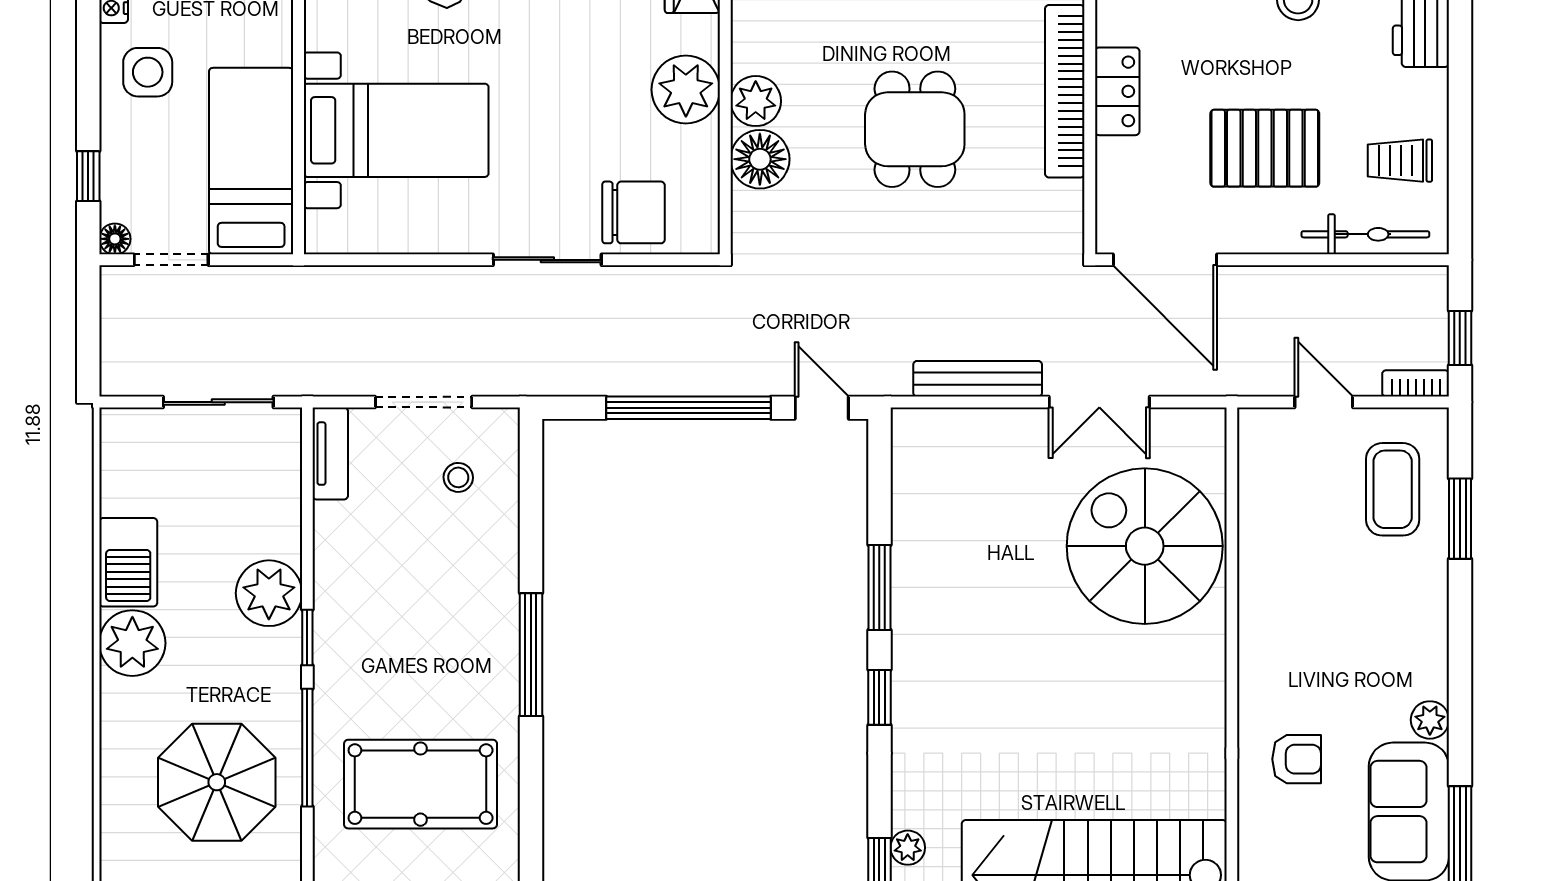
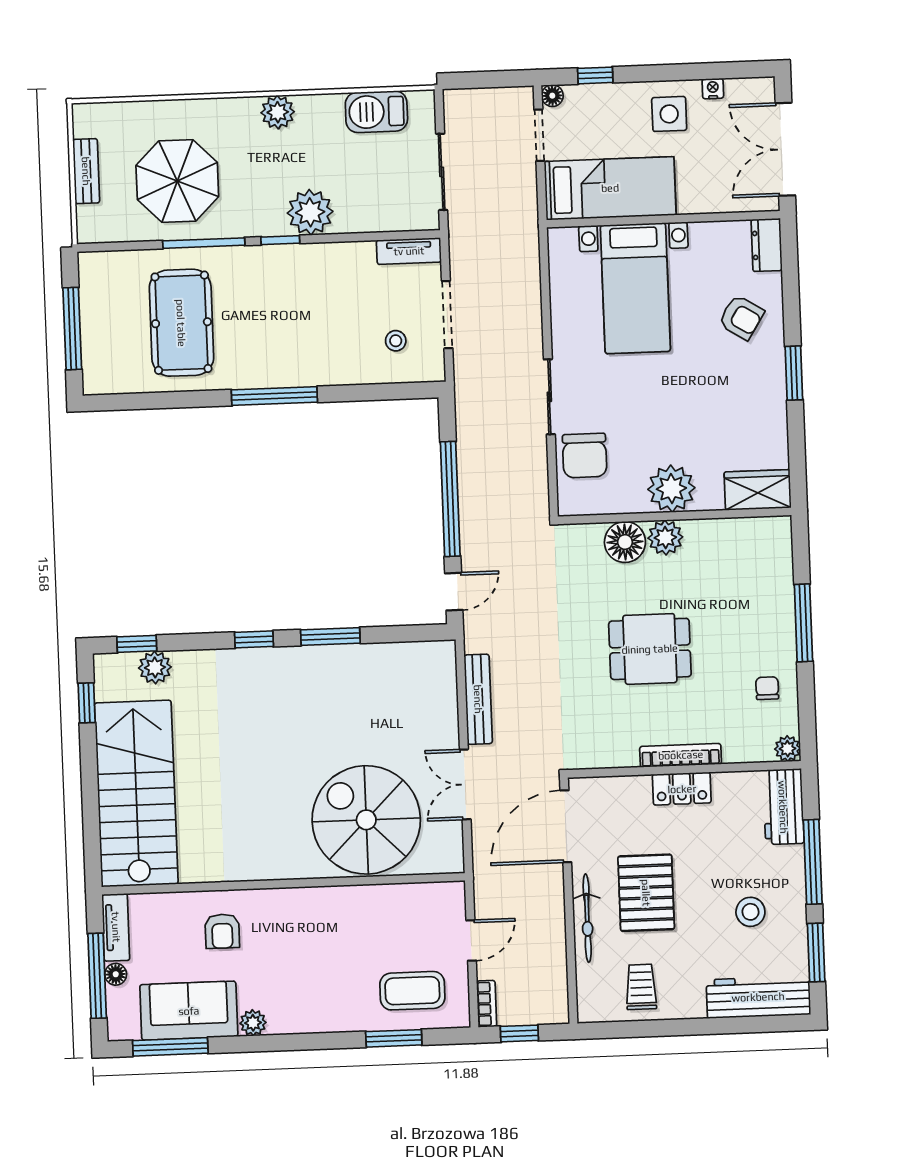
bookcase: (1065, 91) -> (681, 755), width x0.68, depth x0.76
bicycle: (1365, 234) -> (587, 918), moved
spiral stairs: (1145, 546) -> (366, 820), turned -90
barbecue: (128, 562) -> (376, 112), moved
plant: (132, 643) -> (278, 112), width x0.73, depth x0.73
plant: (908, 848) -> (155, 667), width x1.38, depth x1.38

